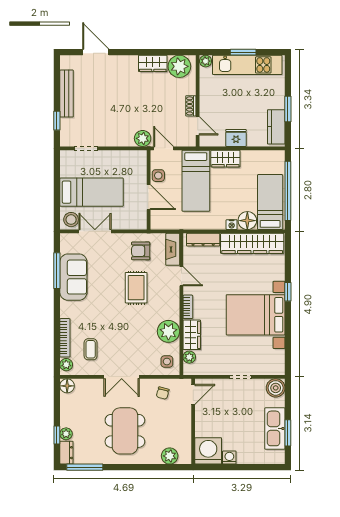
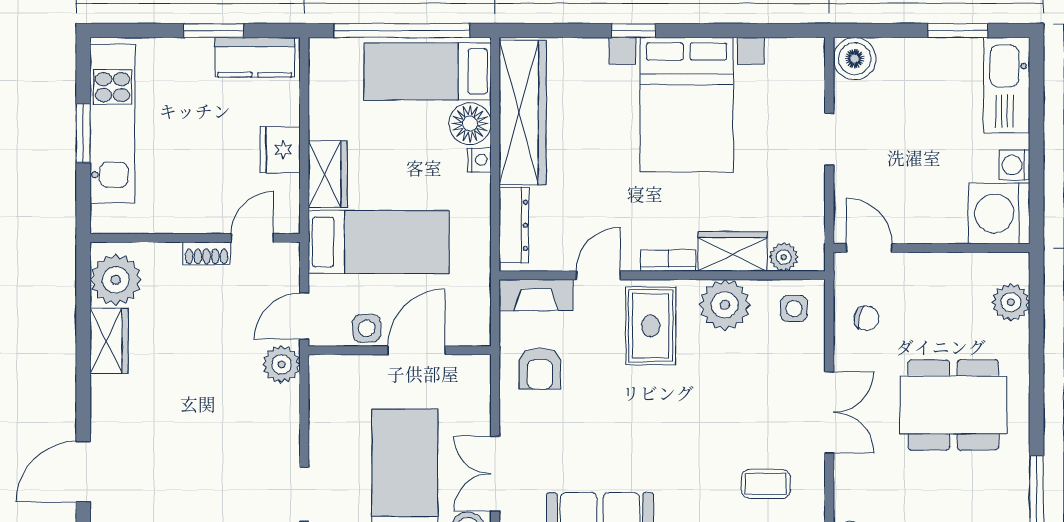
plant: (206, 61) -> (104, 220), removed
rug: (136, 288) -> (651, 326), moved, turned 90
kitchen sink: (275, 428) -> (1007, 85), moved, turned 90

